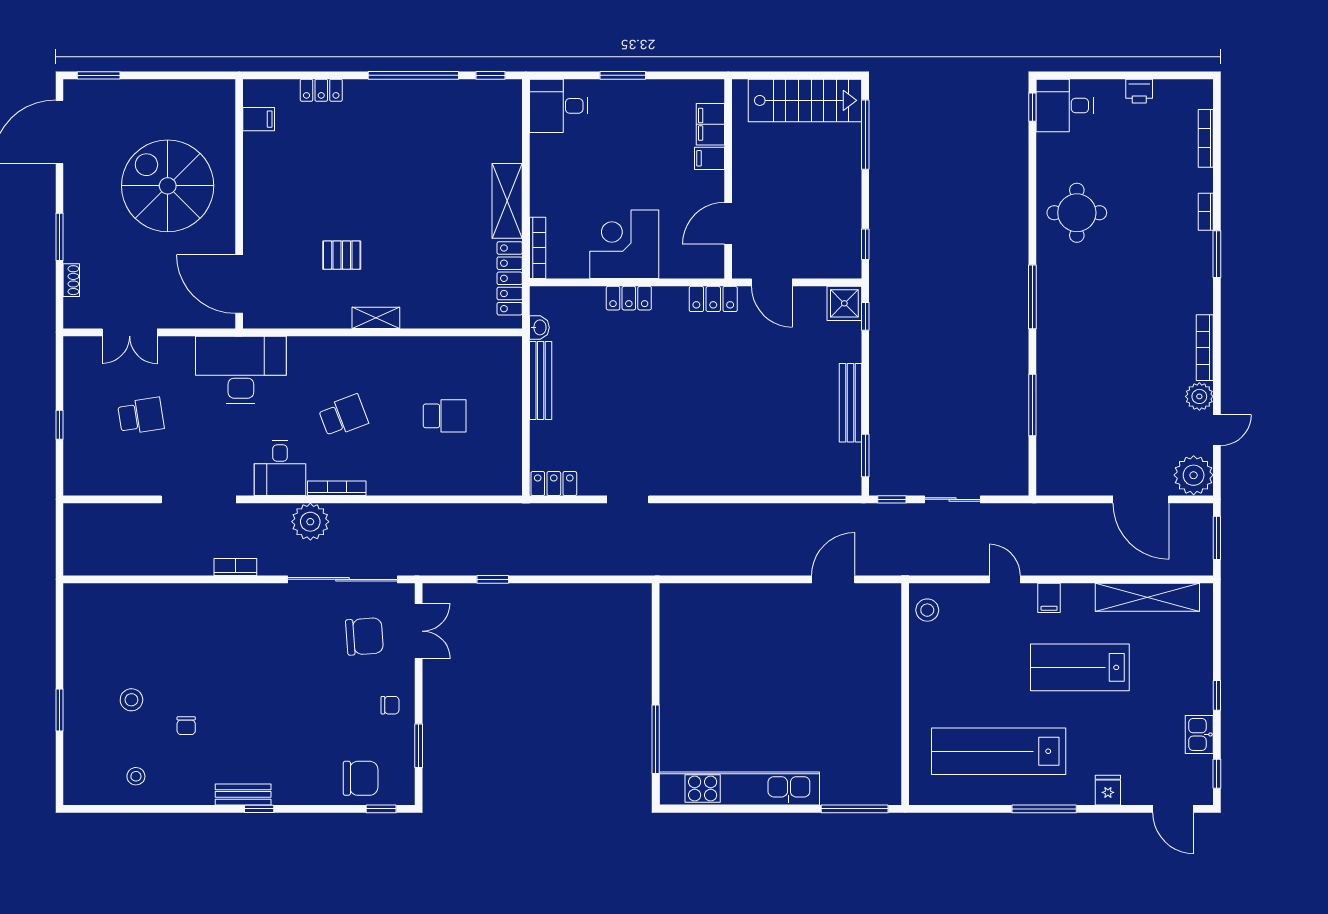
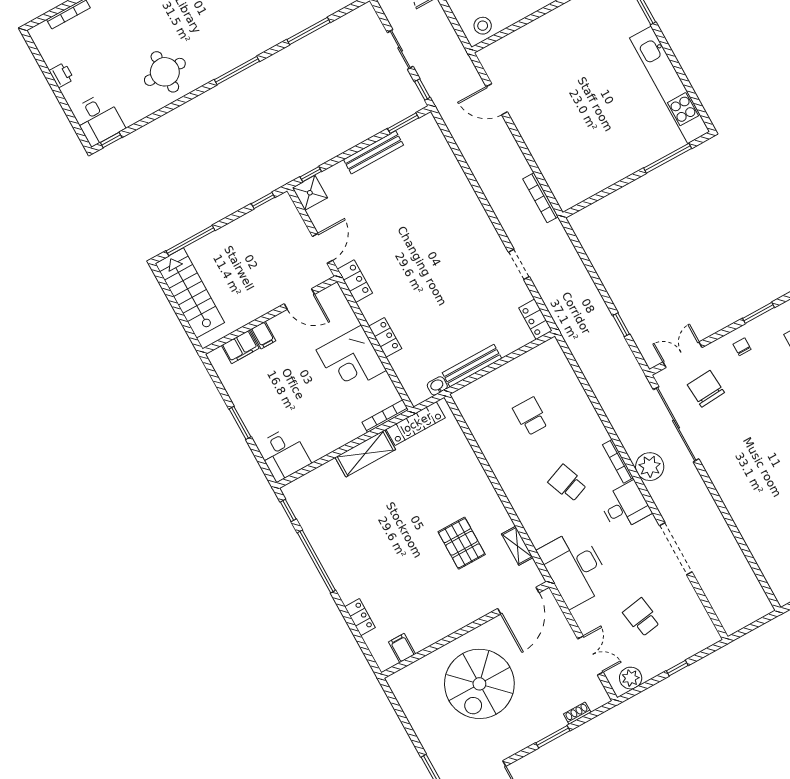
pallet: (342, 255) -> (462, 543), width x1.50, depth x1.42
shelving: (376, 318) -> (517, 546), moved
plant: (78, 364) -> (631, 678), added
bookcase: (235, 567) -> (540, 198), moved, width x1.56

